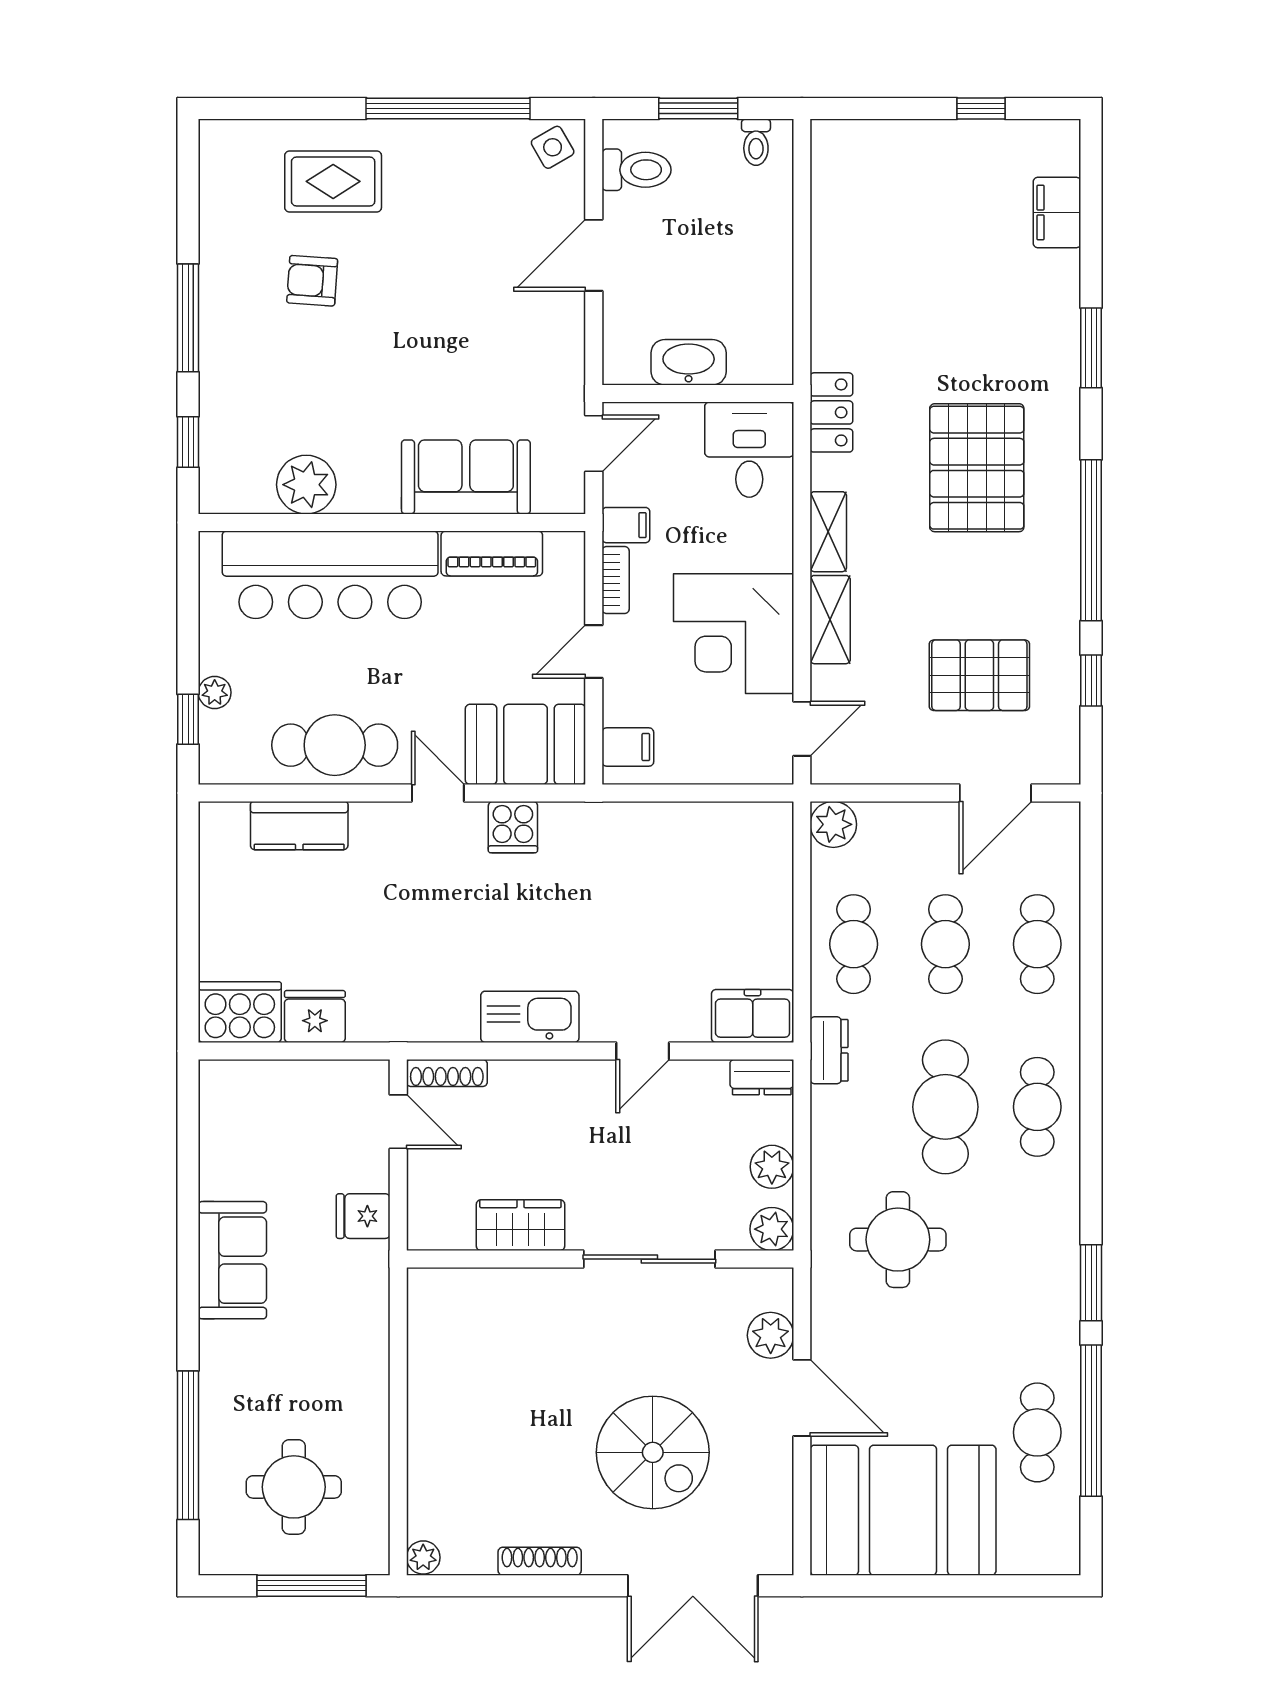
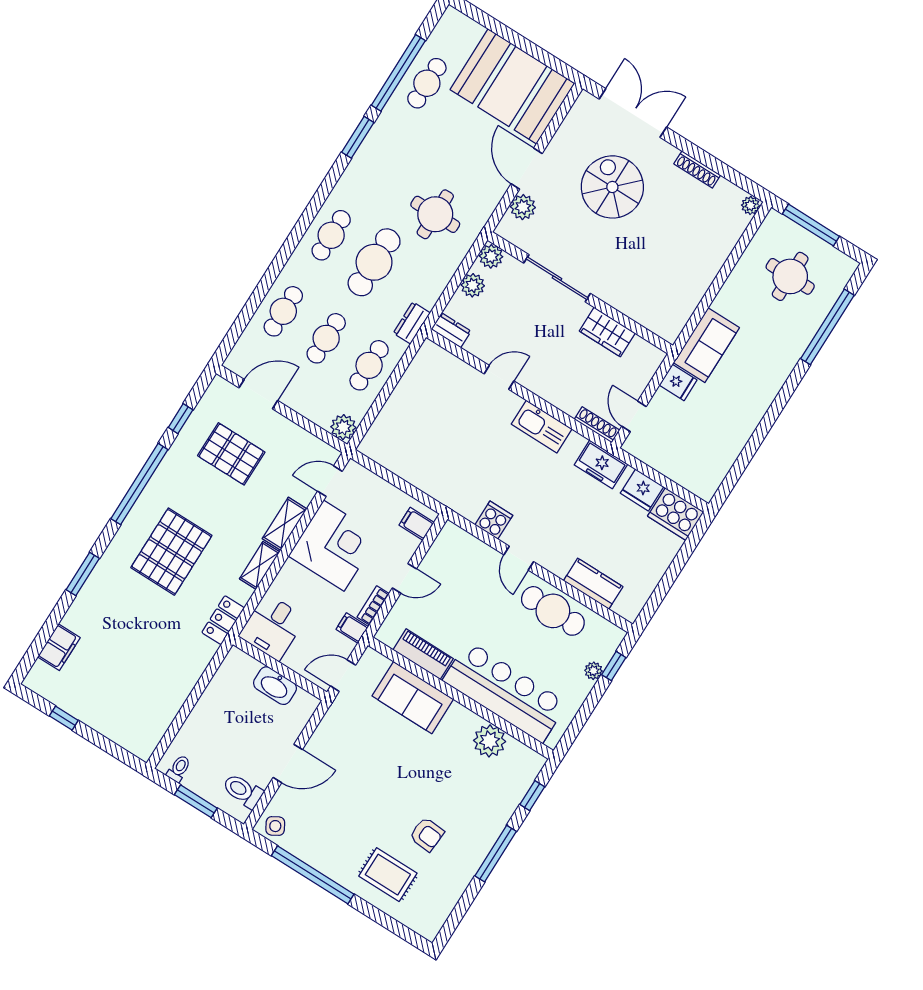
booth: (525, 744) -> (464, 555), removed
freezer: (753, 1016) -> (601, 464), moved
sofa: (232, 1260) -> (706, 345), moved, turned 180

